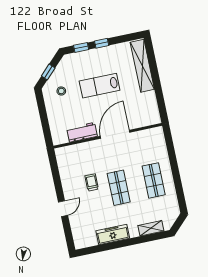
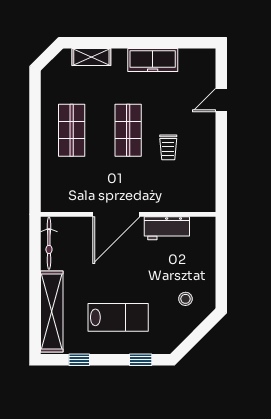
window: (102, 43) -> (79, 360), moved
window: (48, 72) -> (200, 333), removed
lab bench: (100, 86) -> (118, 317), moved
bicycle: (153, 108) -> (49, 243), added
door: (63, 209) -> (221, 100), moved

